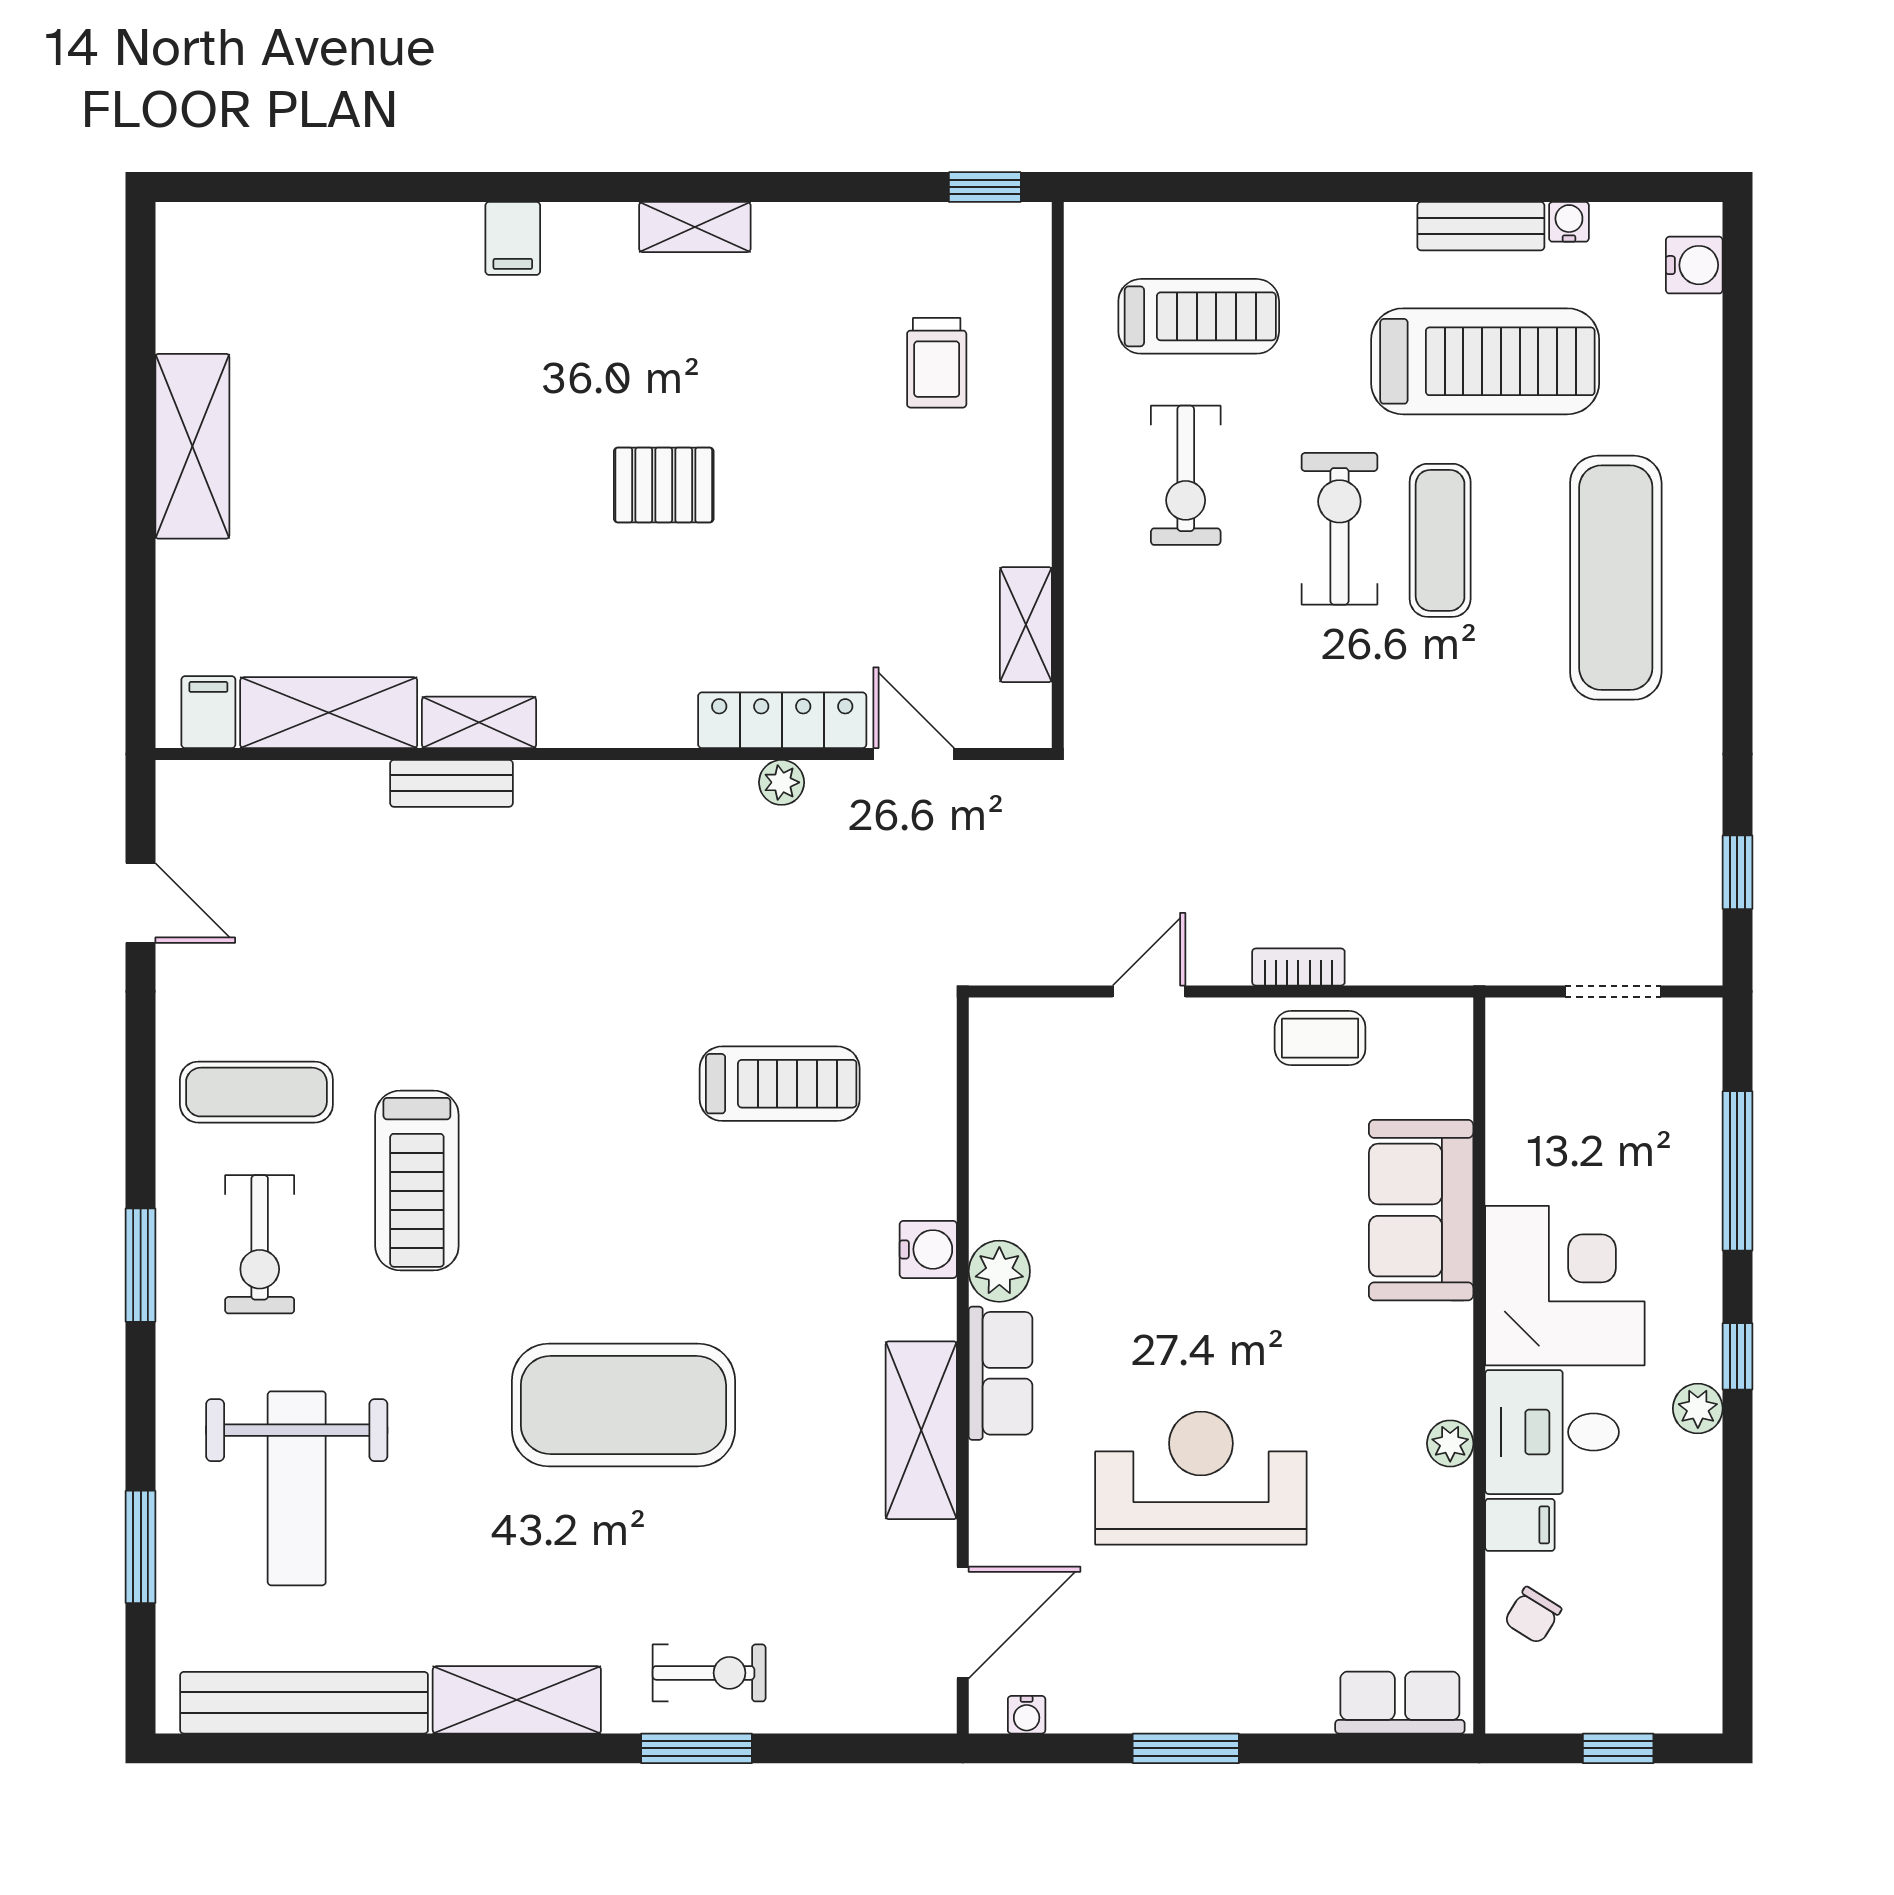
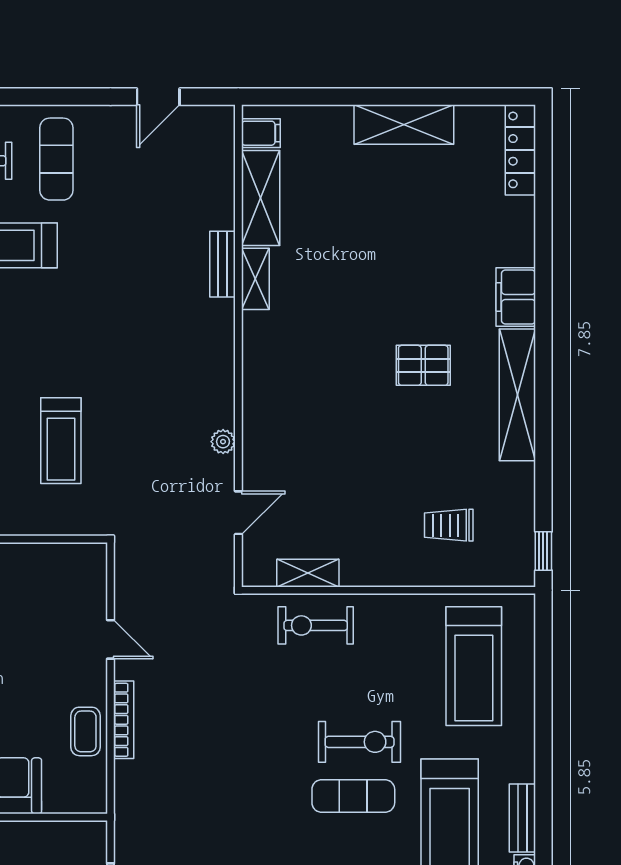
shelving: (695, 227) -> (517, 395), width x2.20, depth x1.33
filing cabinet: (513, 238) -> (516, 297), width x2.00
treadmill: (1199, 316) -> (474, 666), width x1.37, depth x1.38
exercise bike: (1186, 475) -> (316, 625), moved
pallet: (664, 485) -> (423, 365), moved, turned 90
locker: (782, 720) -> (520, 150), moved, turned 180
bookcase: (1298, 967) -> (124, 720), width x1.56

